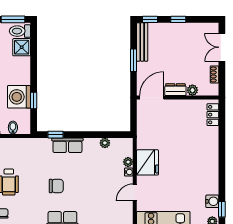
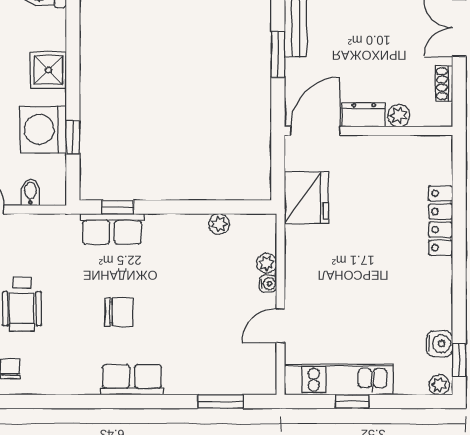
shower: (22, 47) -> (48, 70), moved
locker: (213, 115) -> (441, 221), moved, width x1.53
row of seats: (67, 145) -> (112, 229), moved
fridge: (148, 162) -> (307, 198), moved

